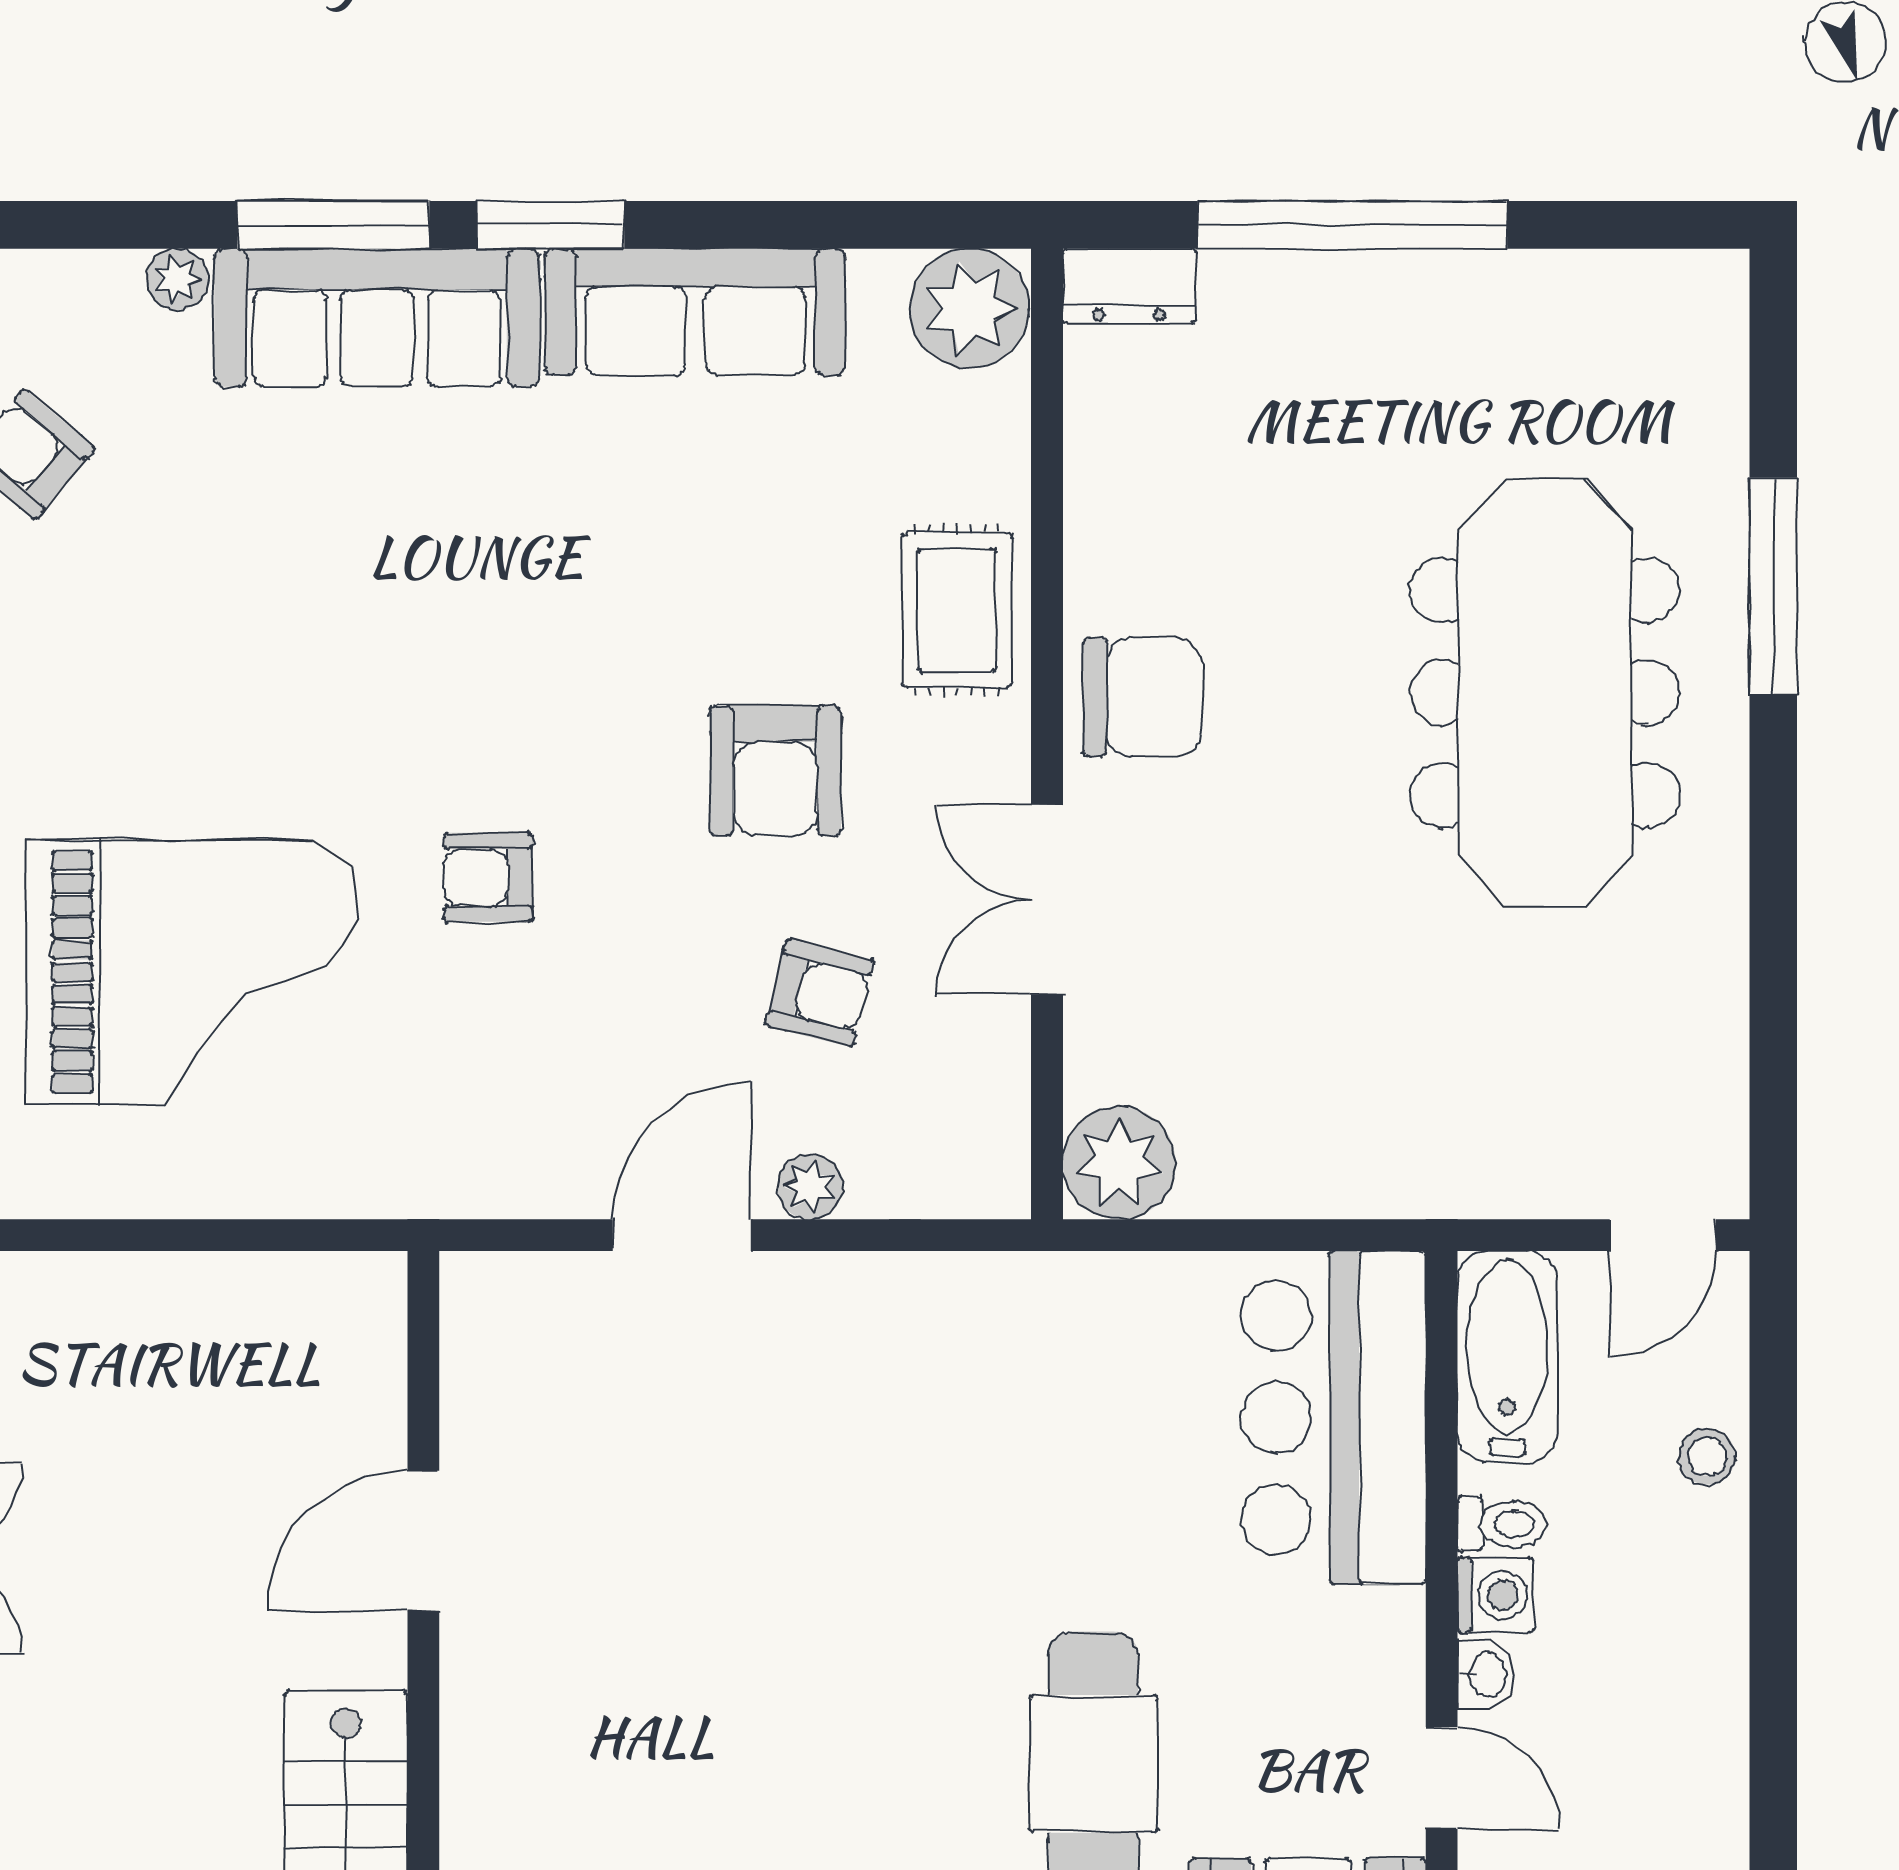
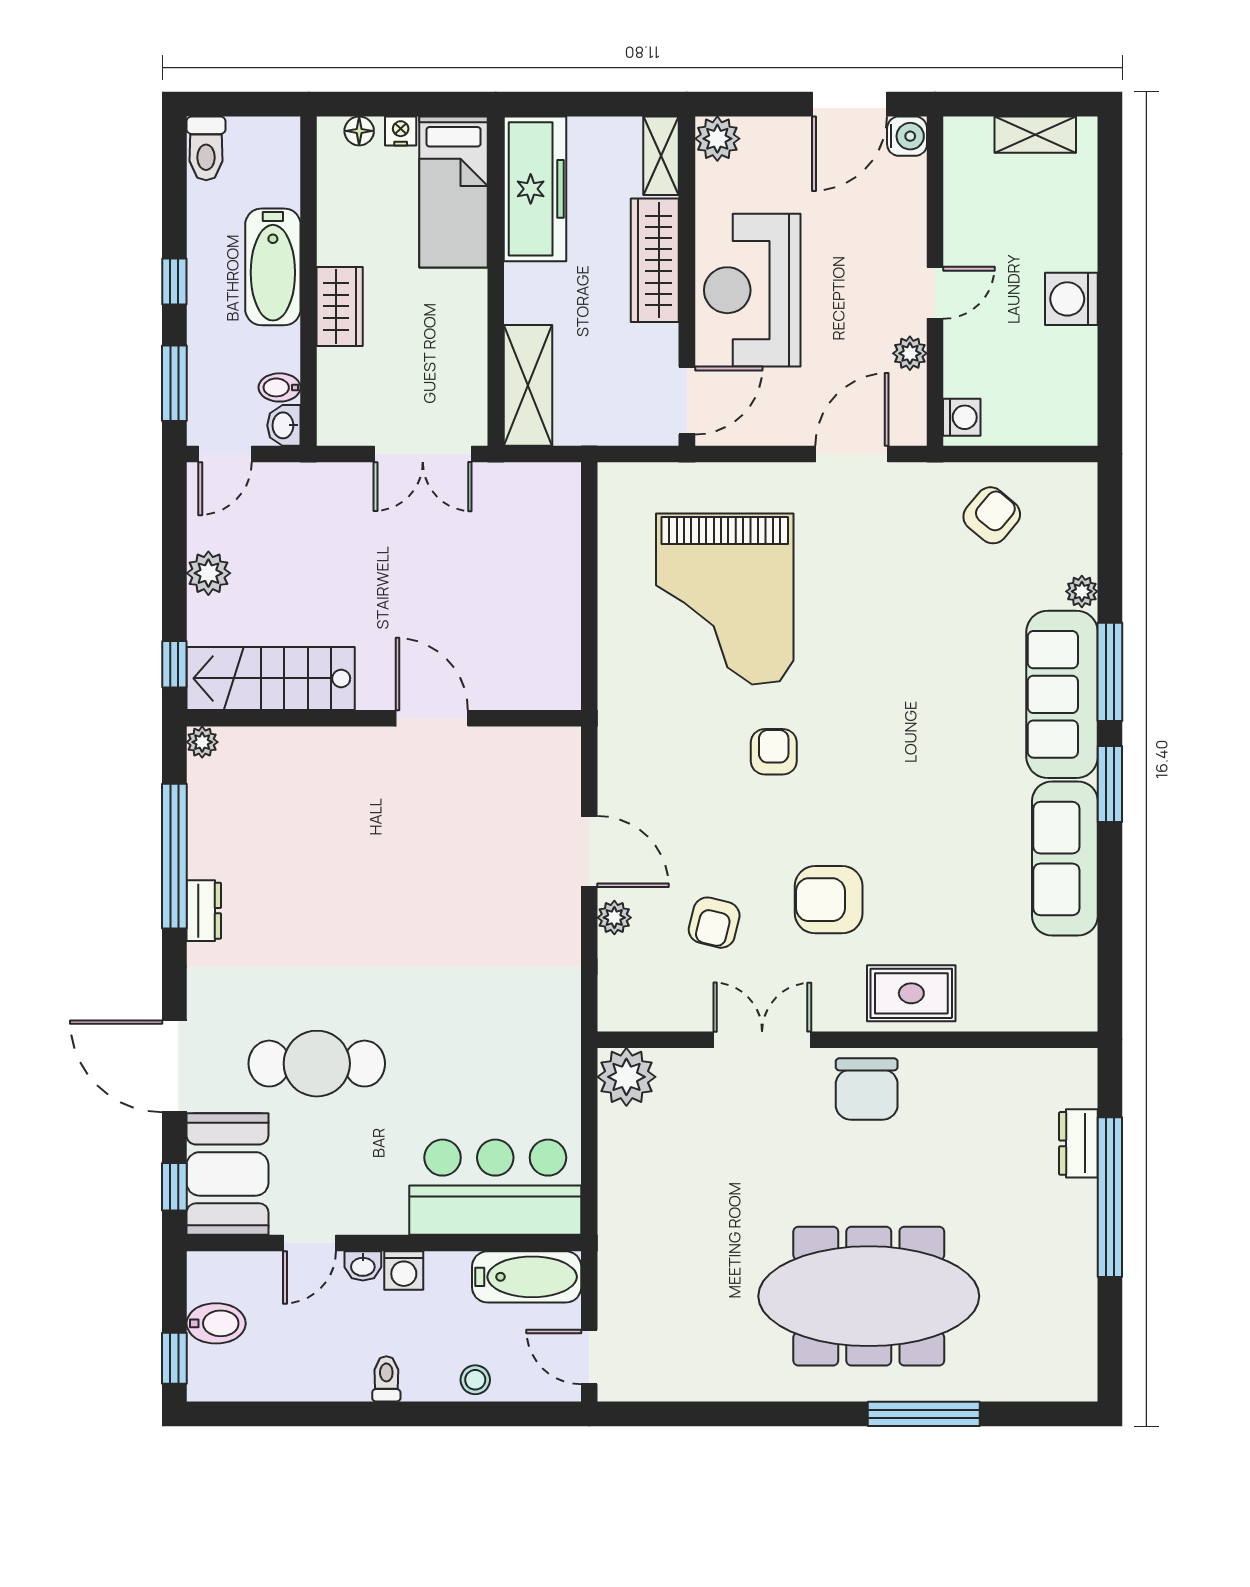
dresser: (1129, 286) -> (1078, 1143), moved
plant: (970, 308) -> (1067, 1000), removed
toilet: (1502, 1524) -> (386, 1379), moved, turned 180

